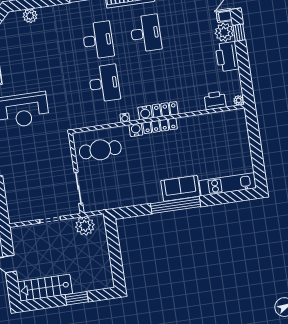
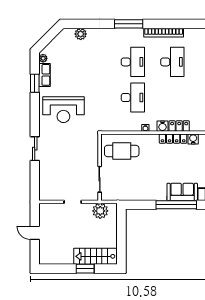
water cooler: (136, 130) -> (193, 139), moved
stairs: (45, 288) -> (96, 256), moved

